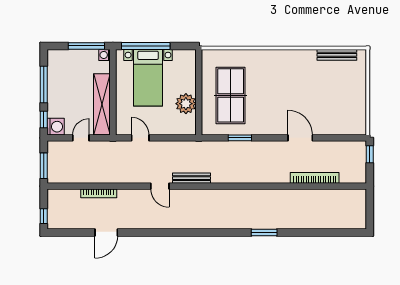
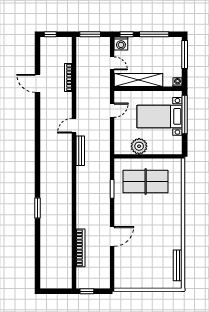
window: (86, 46) -> (185, 55), moved
window: (370, 154) -> (87, 291), moved

